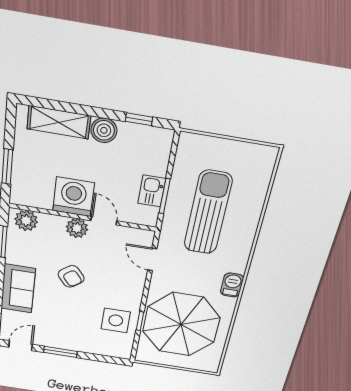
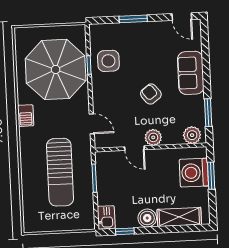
kitchen sink: (152, 191) -> (106, 217), moved
washing machine: (73, 197) -> (194, 173), moved, turned 90
door: (21, 346) -> (182, 17), hinge flipped
window: (60, 352) -> (133, 19), moved

